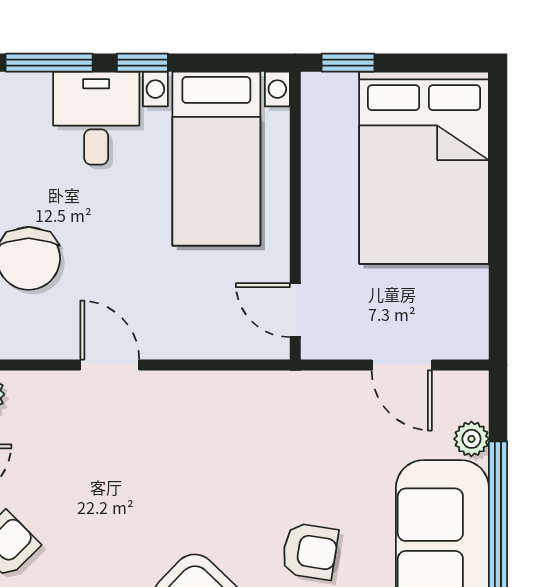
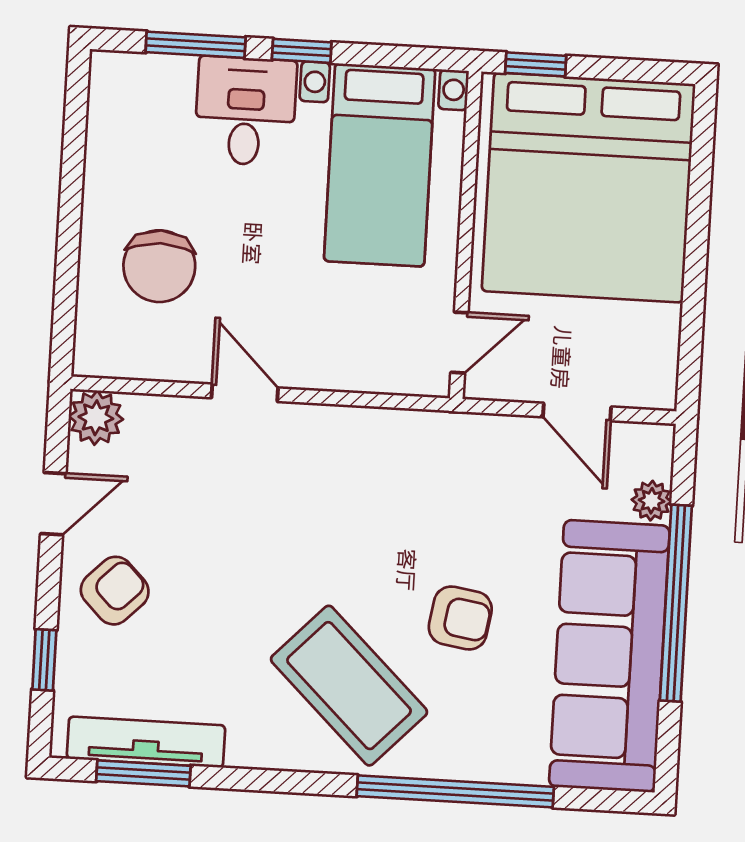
bed: (424, 168) -> (589, 187), width x1.36
door: (295, 310) -> (459, 343), swing flipped

